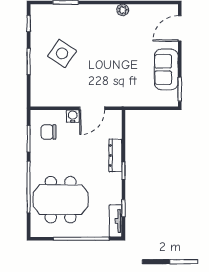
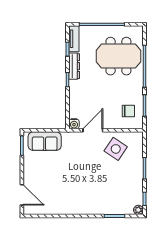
plant: (123, 10) -> (138, 210), moved
door: (180, 28) -> (22, 195), hinge flipped
side table: (62, 53) -> (116, 149), moved
sofa: (166, 69) -> (45, 141), moved, turned 90
water cooler: (73, 116) -> (74, 124), moved
dresser: (115, 155) -> (74, 66), moved

